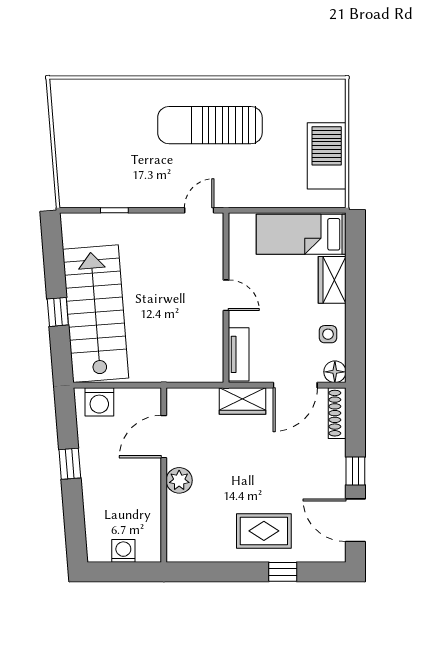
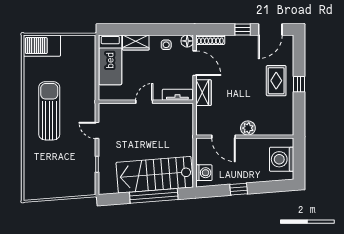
sun lounger: (210, 125) -> (49, 111), turned 180
barbecue: (327, 156) -> (42, 46), moved
door: (199, 210) -> (97, 130), moved
window: (58, 312) -> (154, 196), width x3.17
washing machine: (123, 551) -> (282, 159), width x1.89, depth x1.89
window: (283, 572) -> (299, 84), moved

